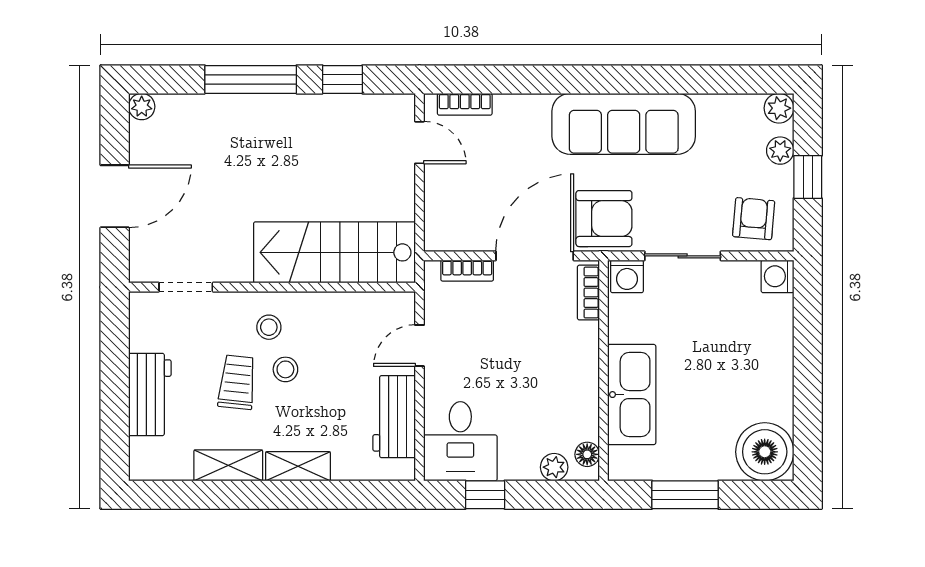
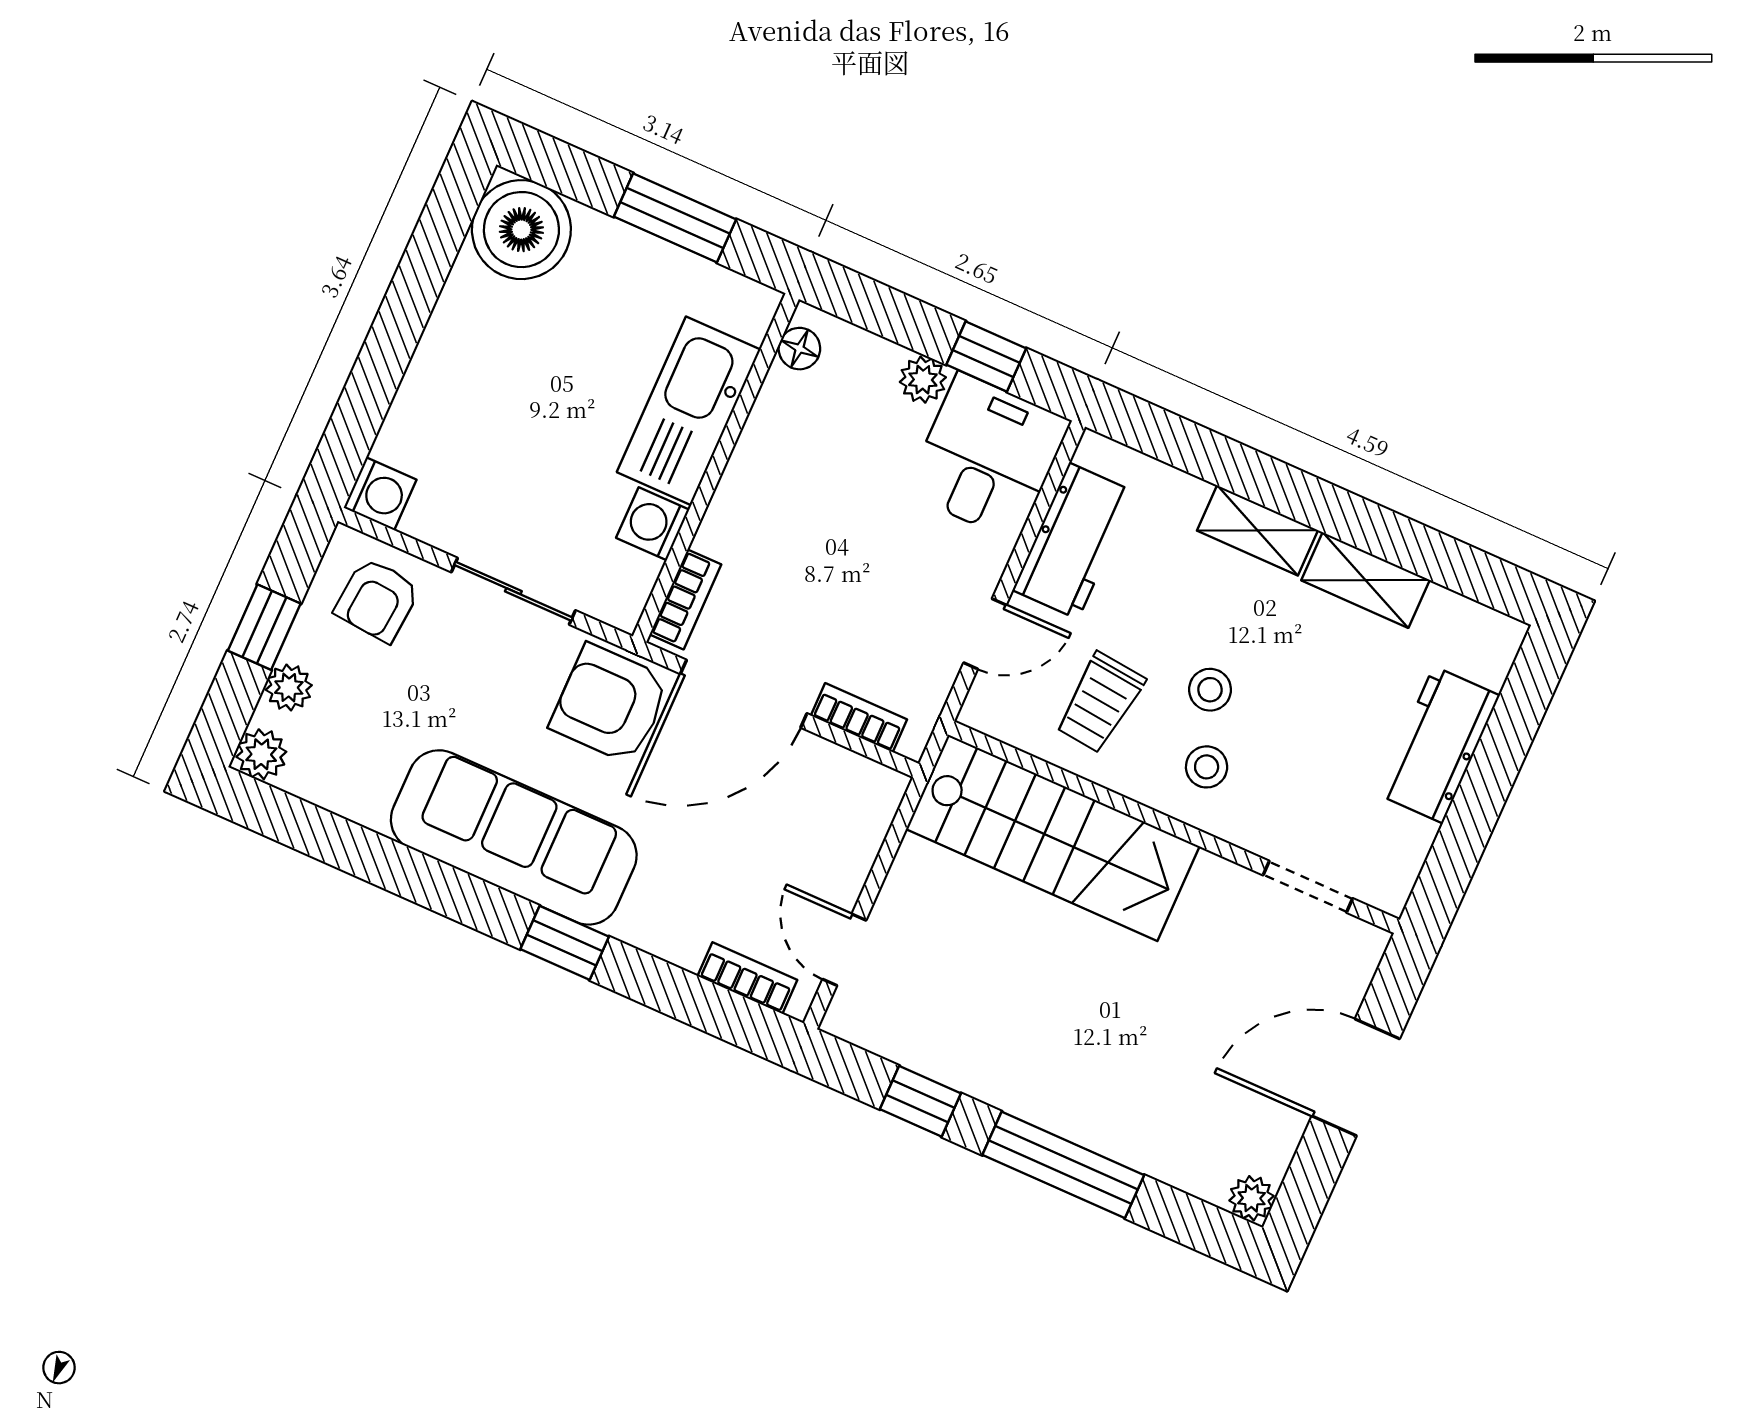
window: (571, 79) -> (565, 943), added
washing machine: (627, 276) -> (653, 524), moved, turned -90
trolley: (237, 382) -> (1100, 703), moved
plant: (554, 467) -> (923, 380), moved

